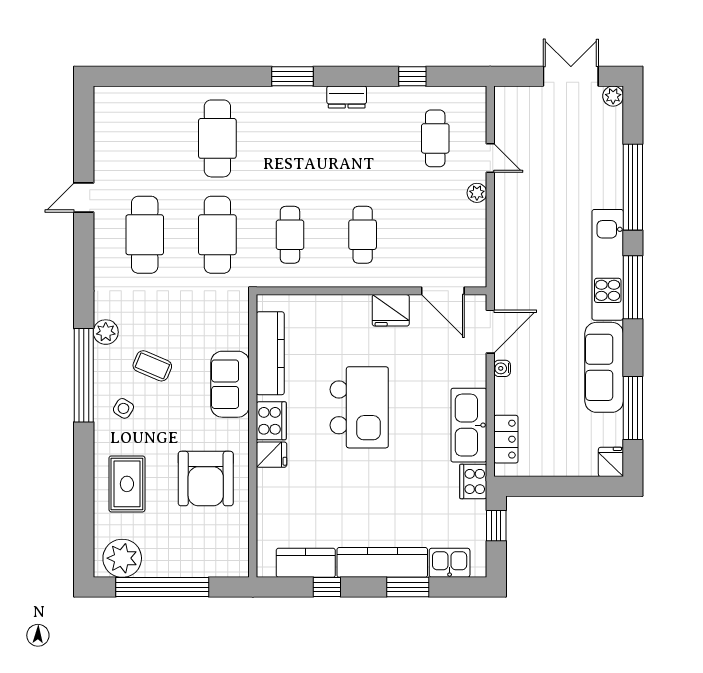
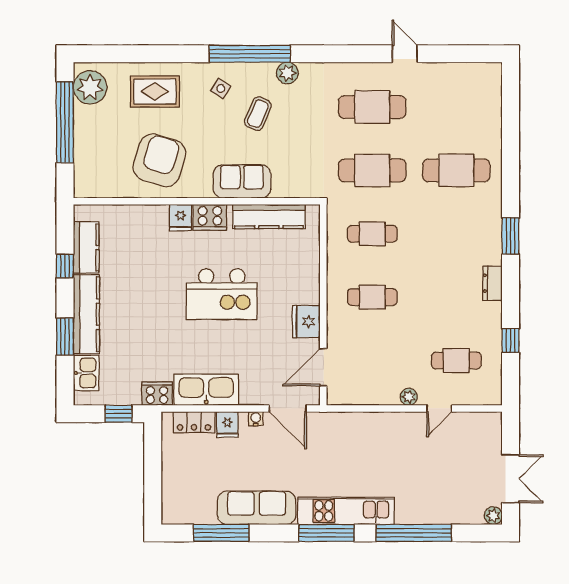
fridge: (611, 462) -> (227, 424), moved, turned 90
armchair: (206, 479) -> (160, 160), turned 107

